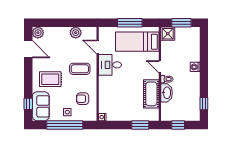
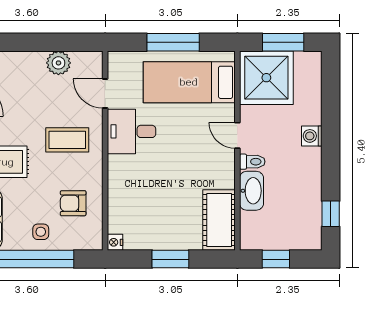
shower: (168, 34) -> (266, 78), width x1.86, depth x1.86
cot: (151, 94) -> (219, 220), moved
window: (140, 125) -> (170, 259), moved

